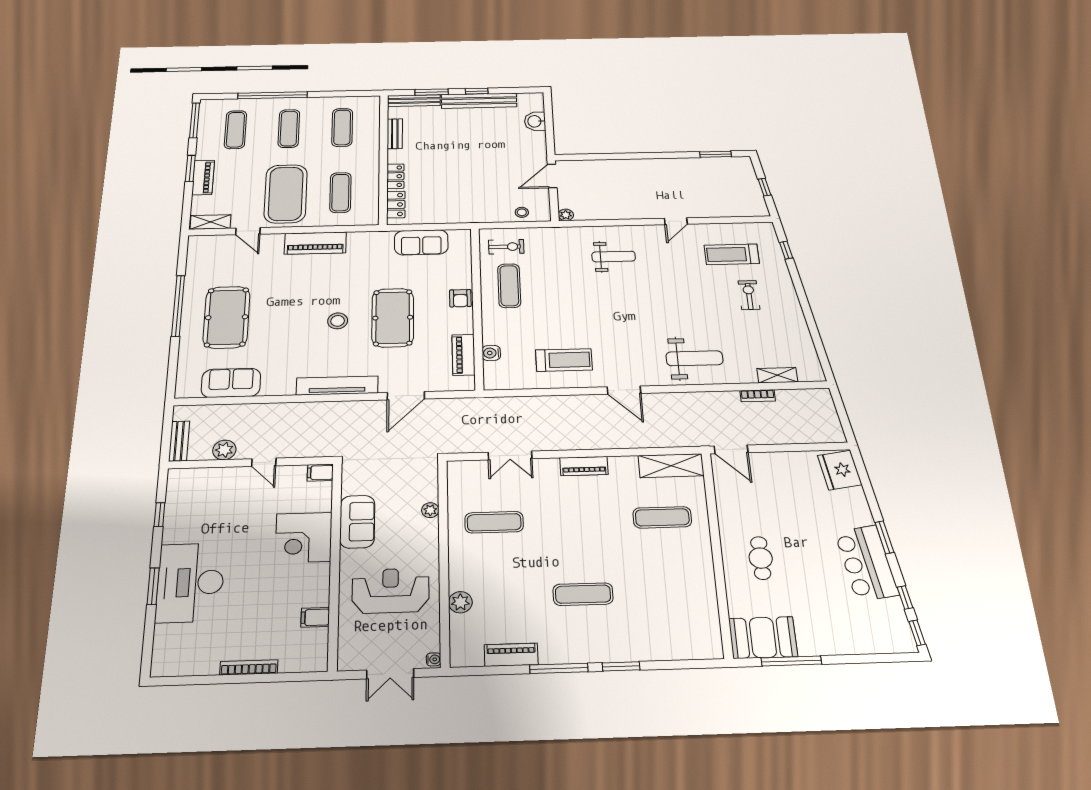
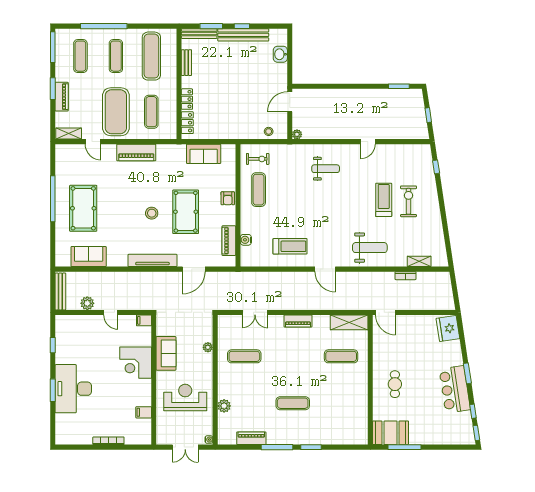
exercise mat: (342, 127) -> (151, 56), width x1.36, depth x1.45
treadmill: (732, 254) -> (384, 200), moved, turned 90
exercise bike: (749, 295) -> (408, 201), width x1.38, depth x1.39
bench: (179, 441) -> (60, 291), width x1.36

